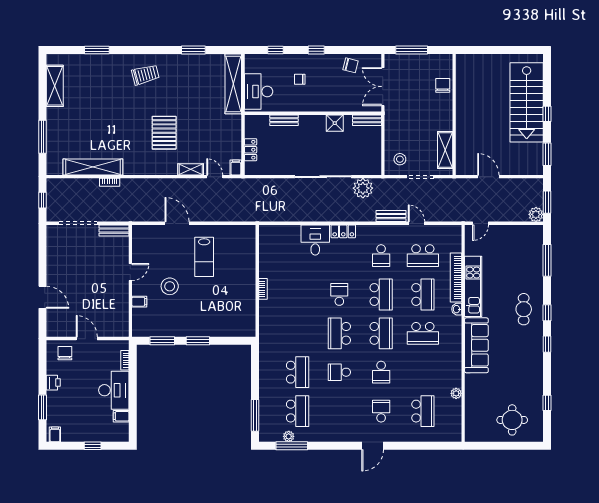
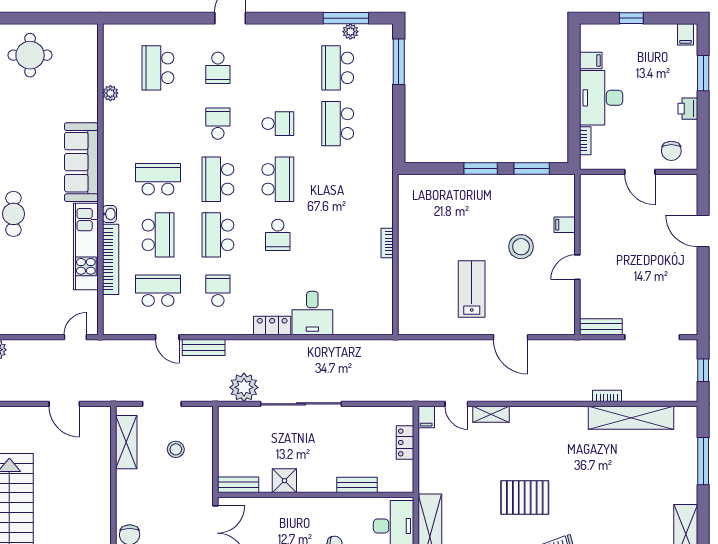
pallet: (164, 133) -> (525, 497), moved, turned 90
stool: (400, 159) -> (176, 449), moved
school desk: (423, 294) -> (158, 235), turned 180

